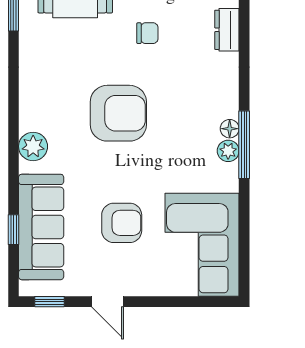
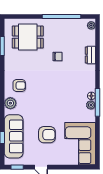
armchair: (118, 113) -> (19, 85), moved, width x0.53, depth x0.53

